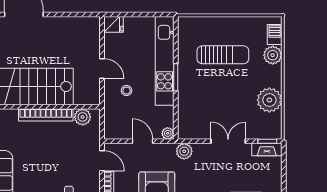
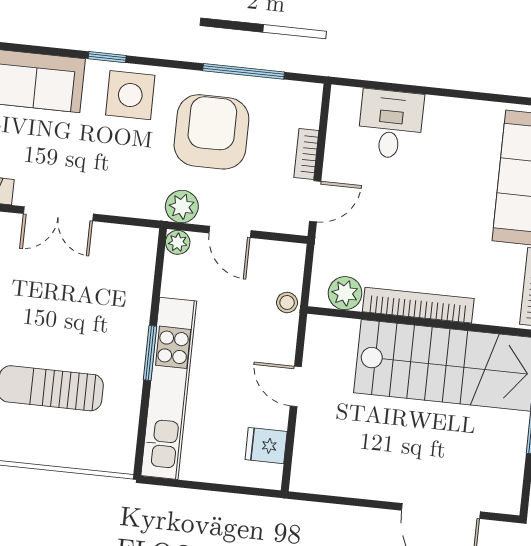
fridge: (114, 24) -> (266, 446), moved
stool: (127, 91) -> (287, 302), moved
plant: (184, 151) -> (182, 207), moved
door: (102, 161) -> (315, 201), swing flipped

